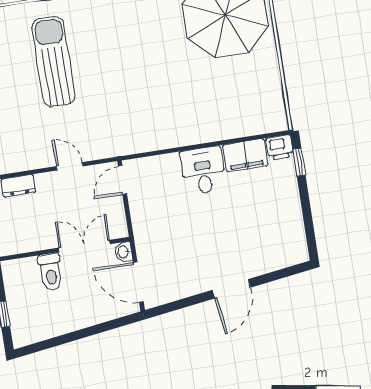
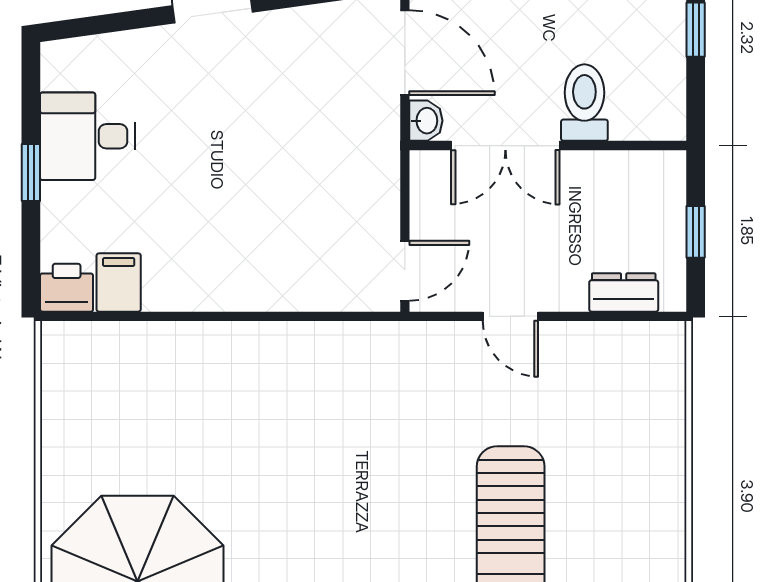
filing cabinet: (245, 155) -> (119, 282), width x0.50
window: (299, 162) -> (31, 172), moved
desk: (203, 171) -> (87, 136), moved, turned 90

